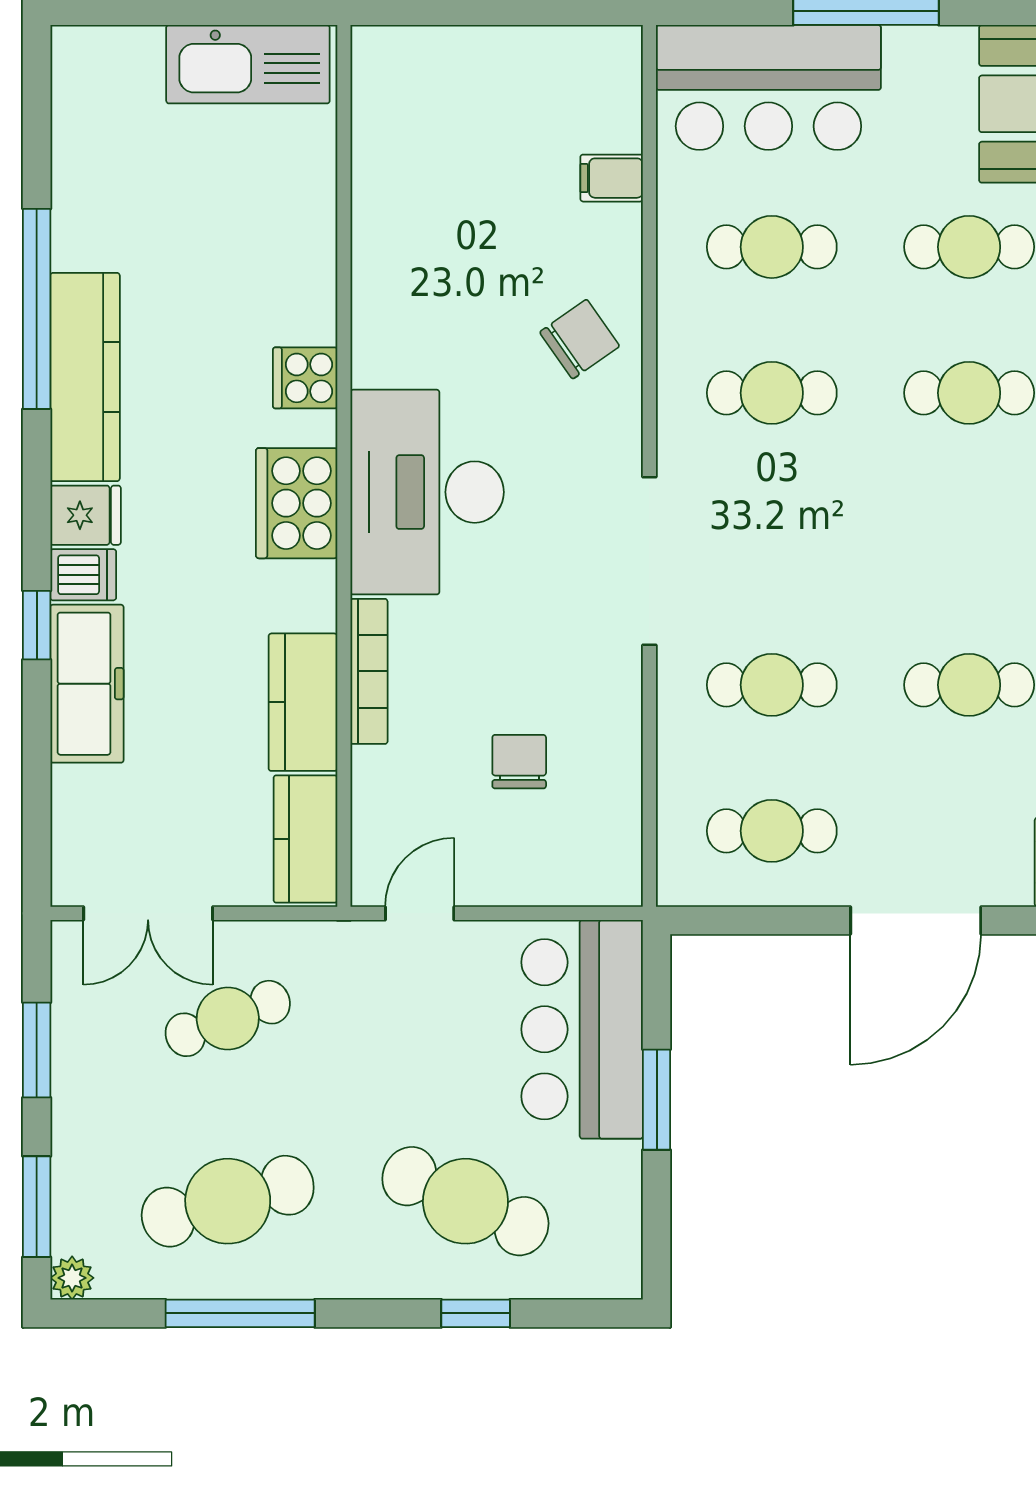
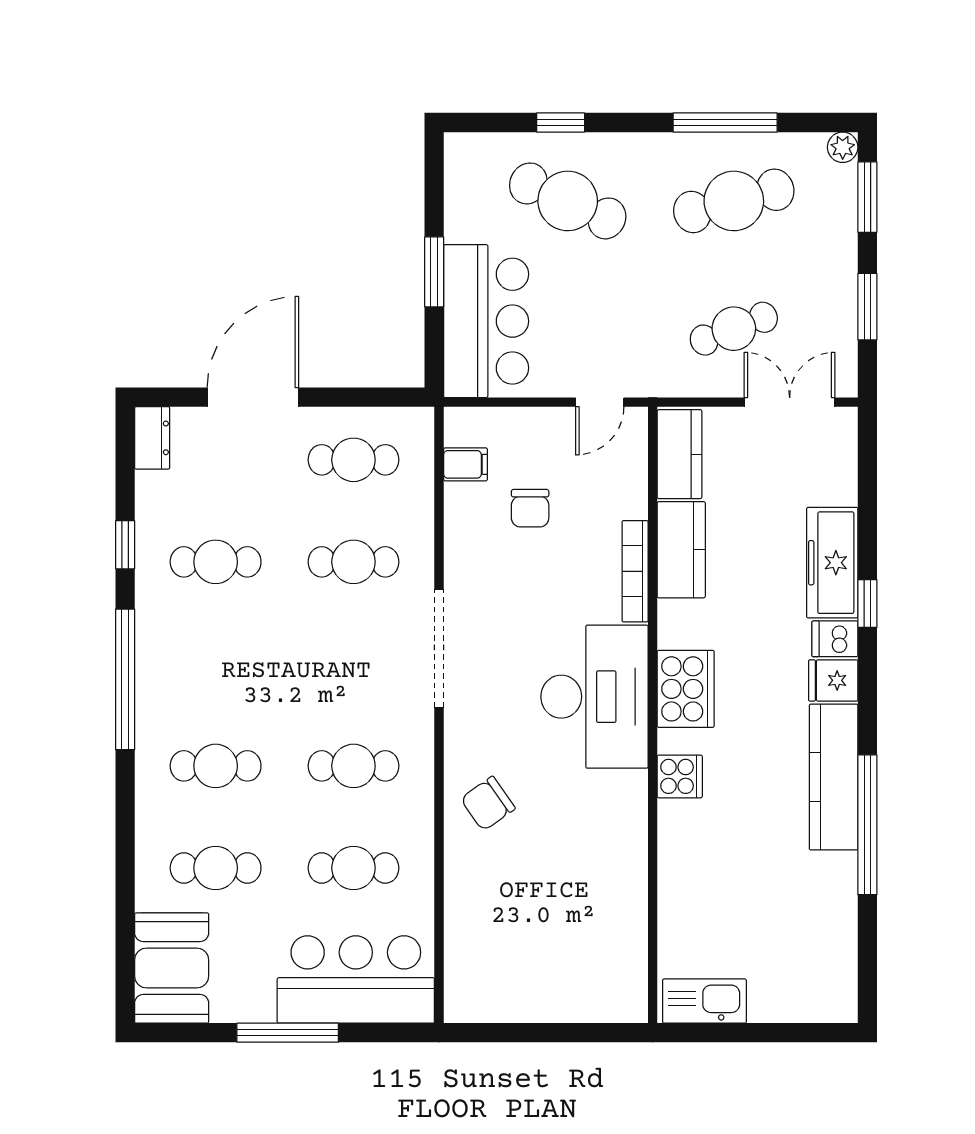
kitchen sink: (248, 64) -> (704, 1001), width x0.73, depth x0.81
filing cabinet: (612, 178) -> (466, 464), moved

